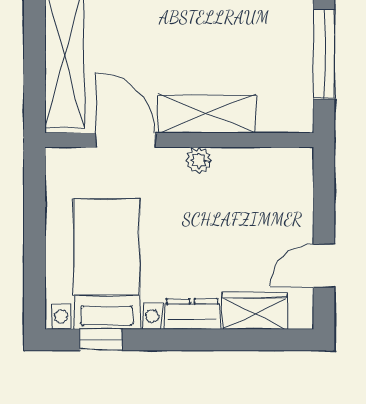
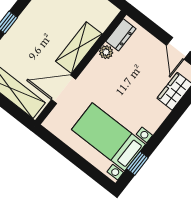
plant: (199, 160) -> (106, 52), moved
dresser: (192, 314) -> (121, 35), moved, turned 180

